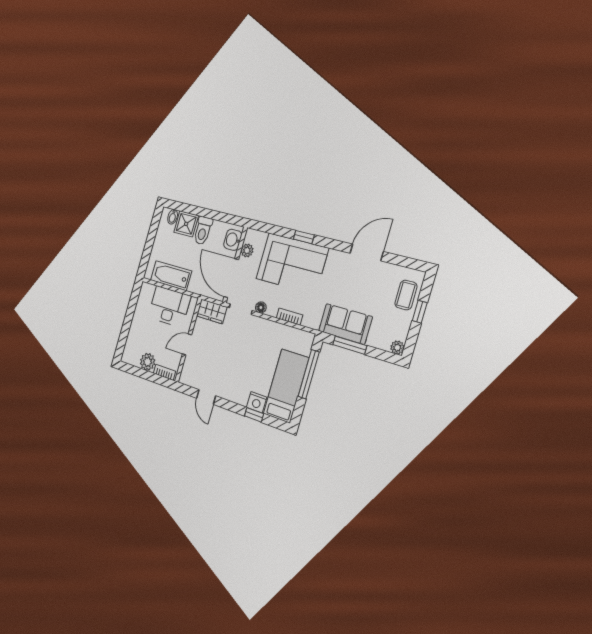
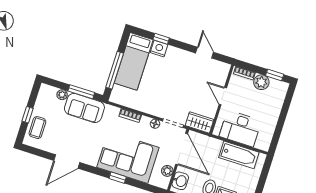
door: (187, 344) -> (223, 96), swing flipped
plant: (397, 348) -> (62, 95), moved
window: (134, 371) -> (275, 75), added

